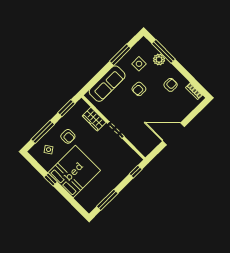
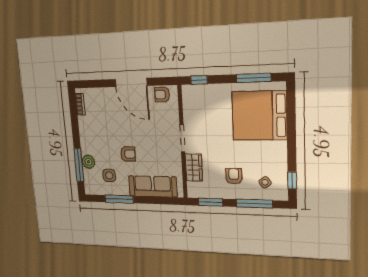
armchair: (171, 85) -> (162, 95), moved
bed: (74, 172) -> (259, 116), moved
window: (51, 179) -> (292, 180), moved

